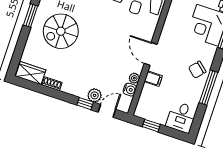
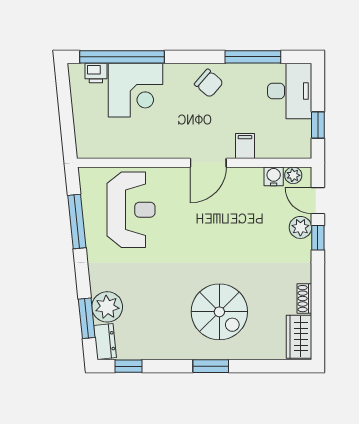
plant: (134, 78) -> (293, 175), moved
window: (208, 88) -> (253, 57), moved
desk: (181, 117) -> (290, 91), width x1.37

